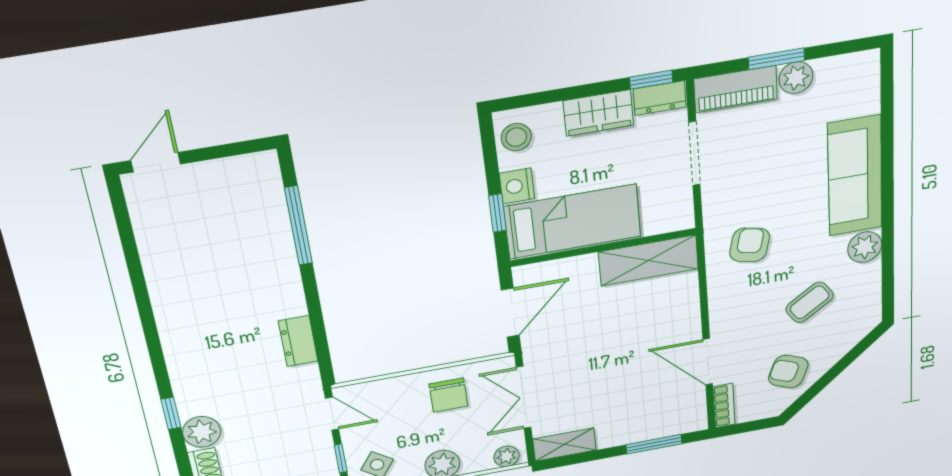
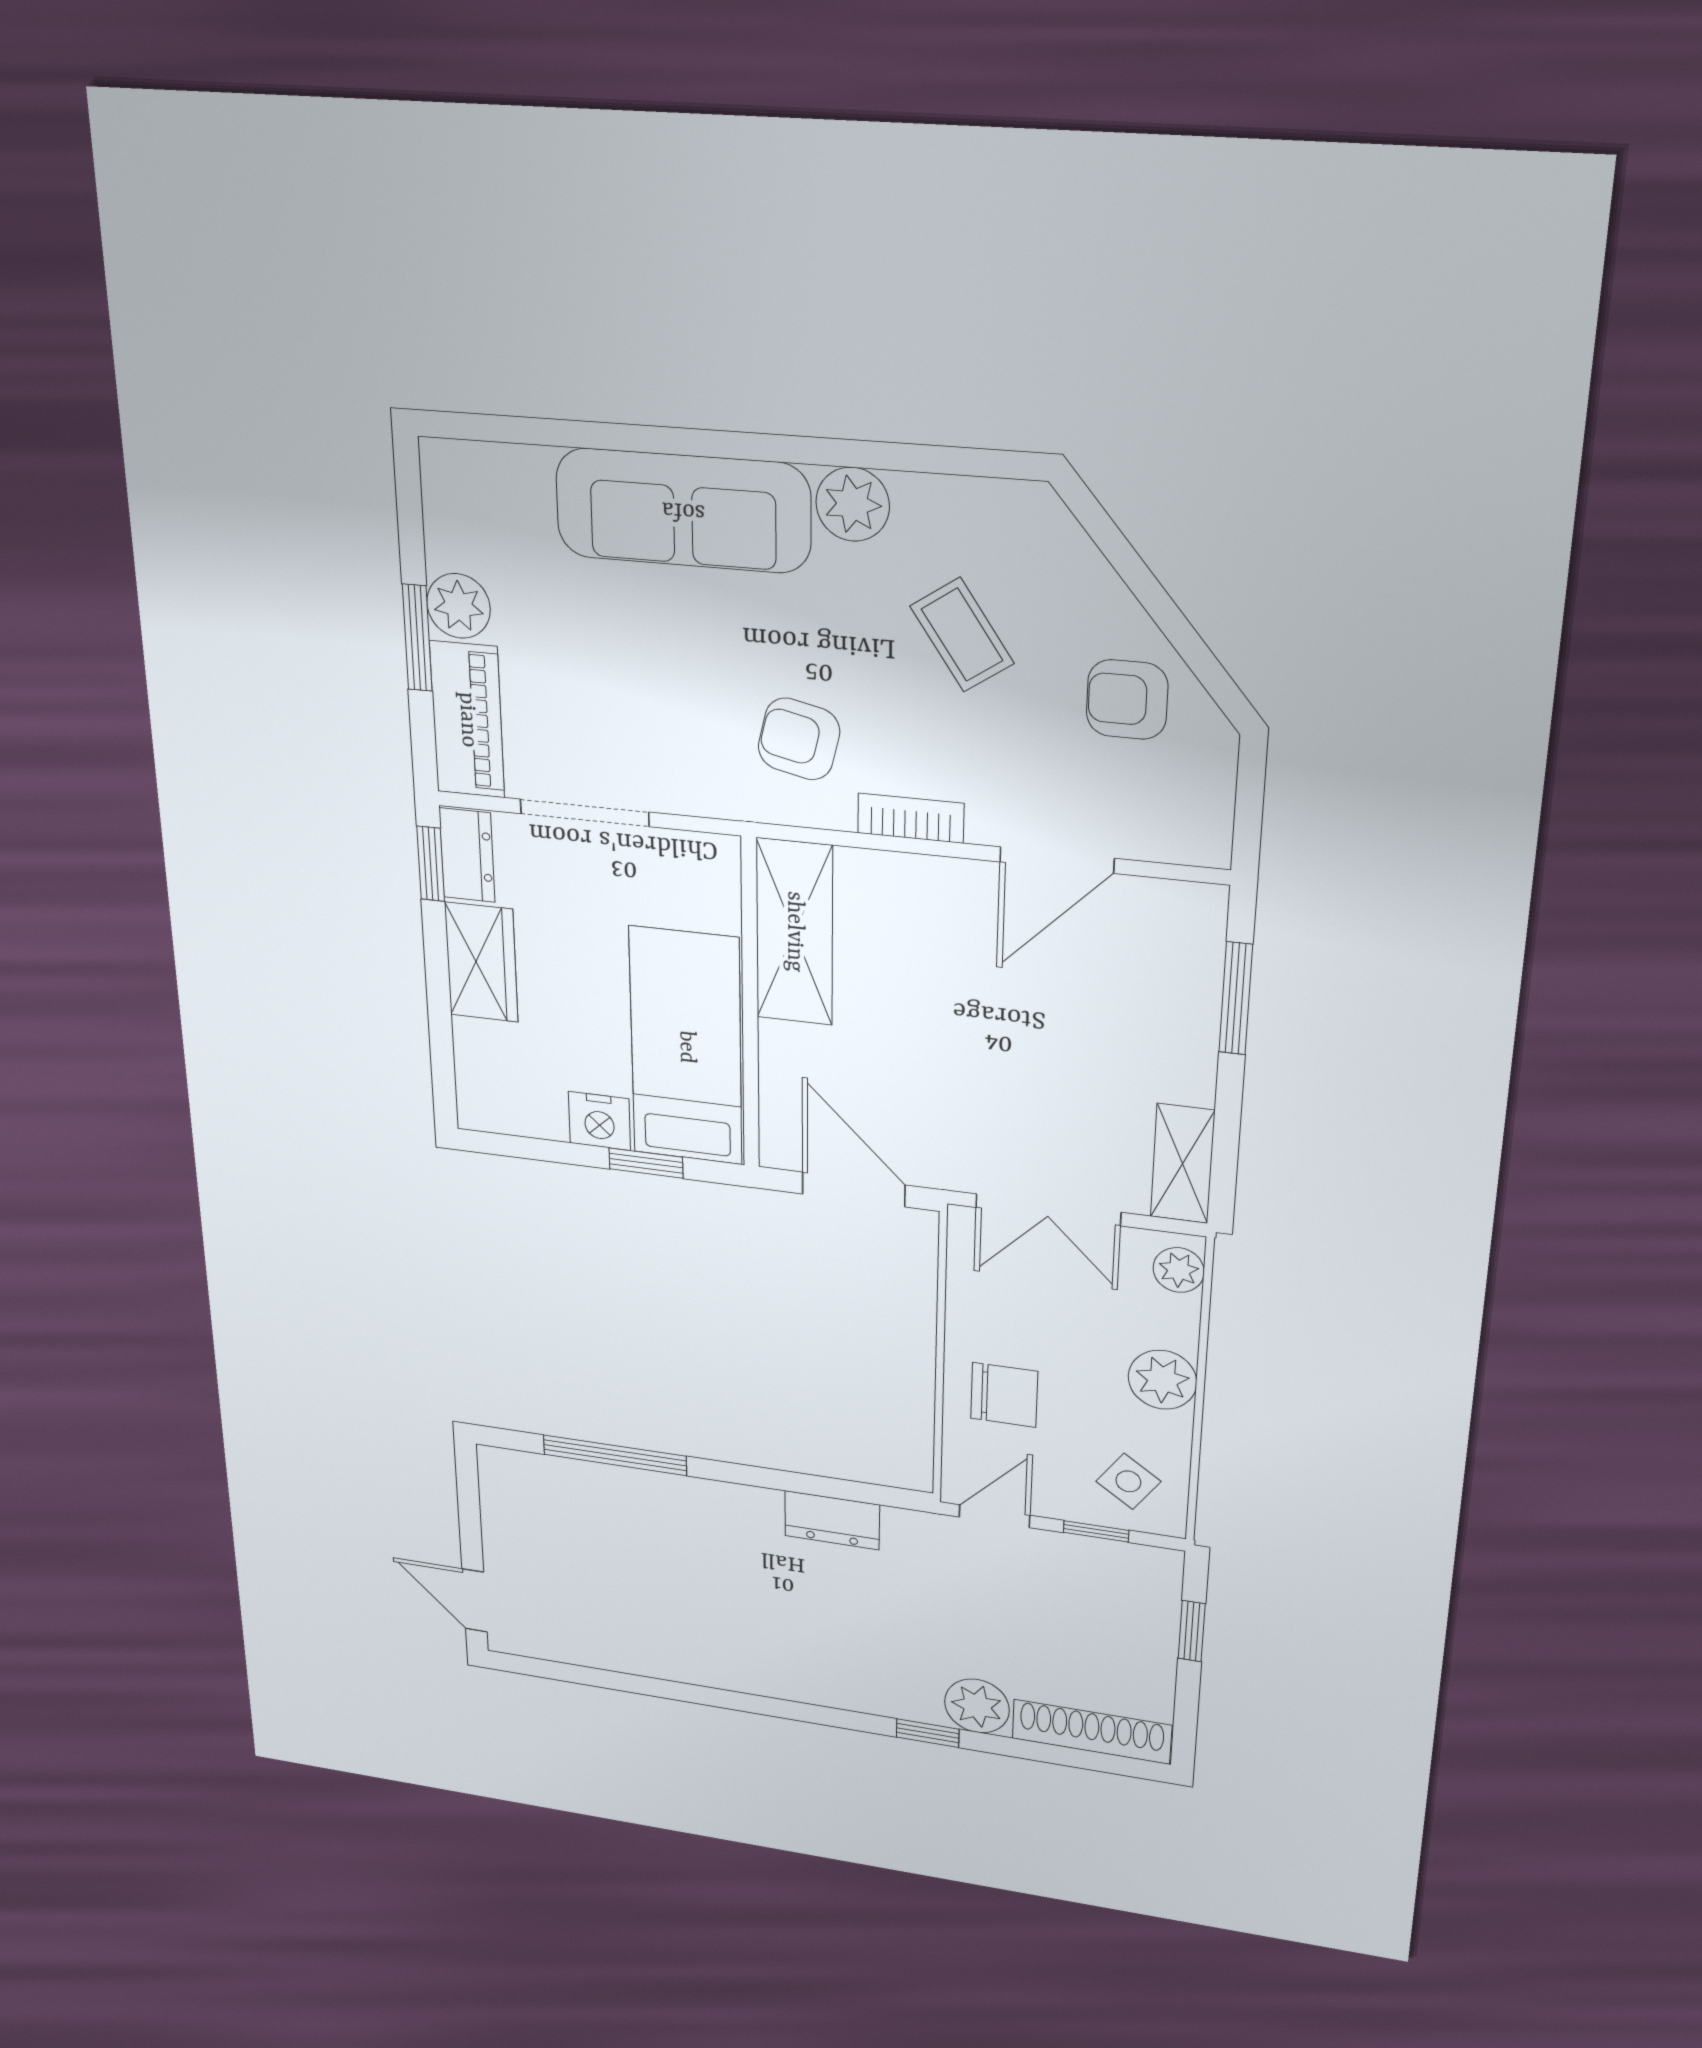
stool: (516, 137) -> (507, 1101), removed
armchair: (788, 372) -> (1127, 700), turned 68
chair: (448, 395) -> (1004, 1395), moved
bookcase: (724, 406) -> (911, 818), moved

